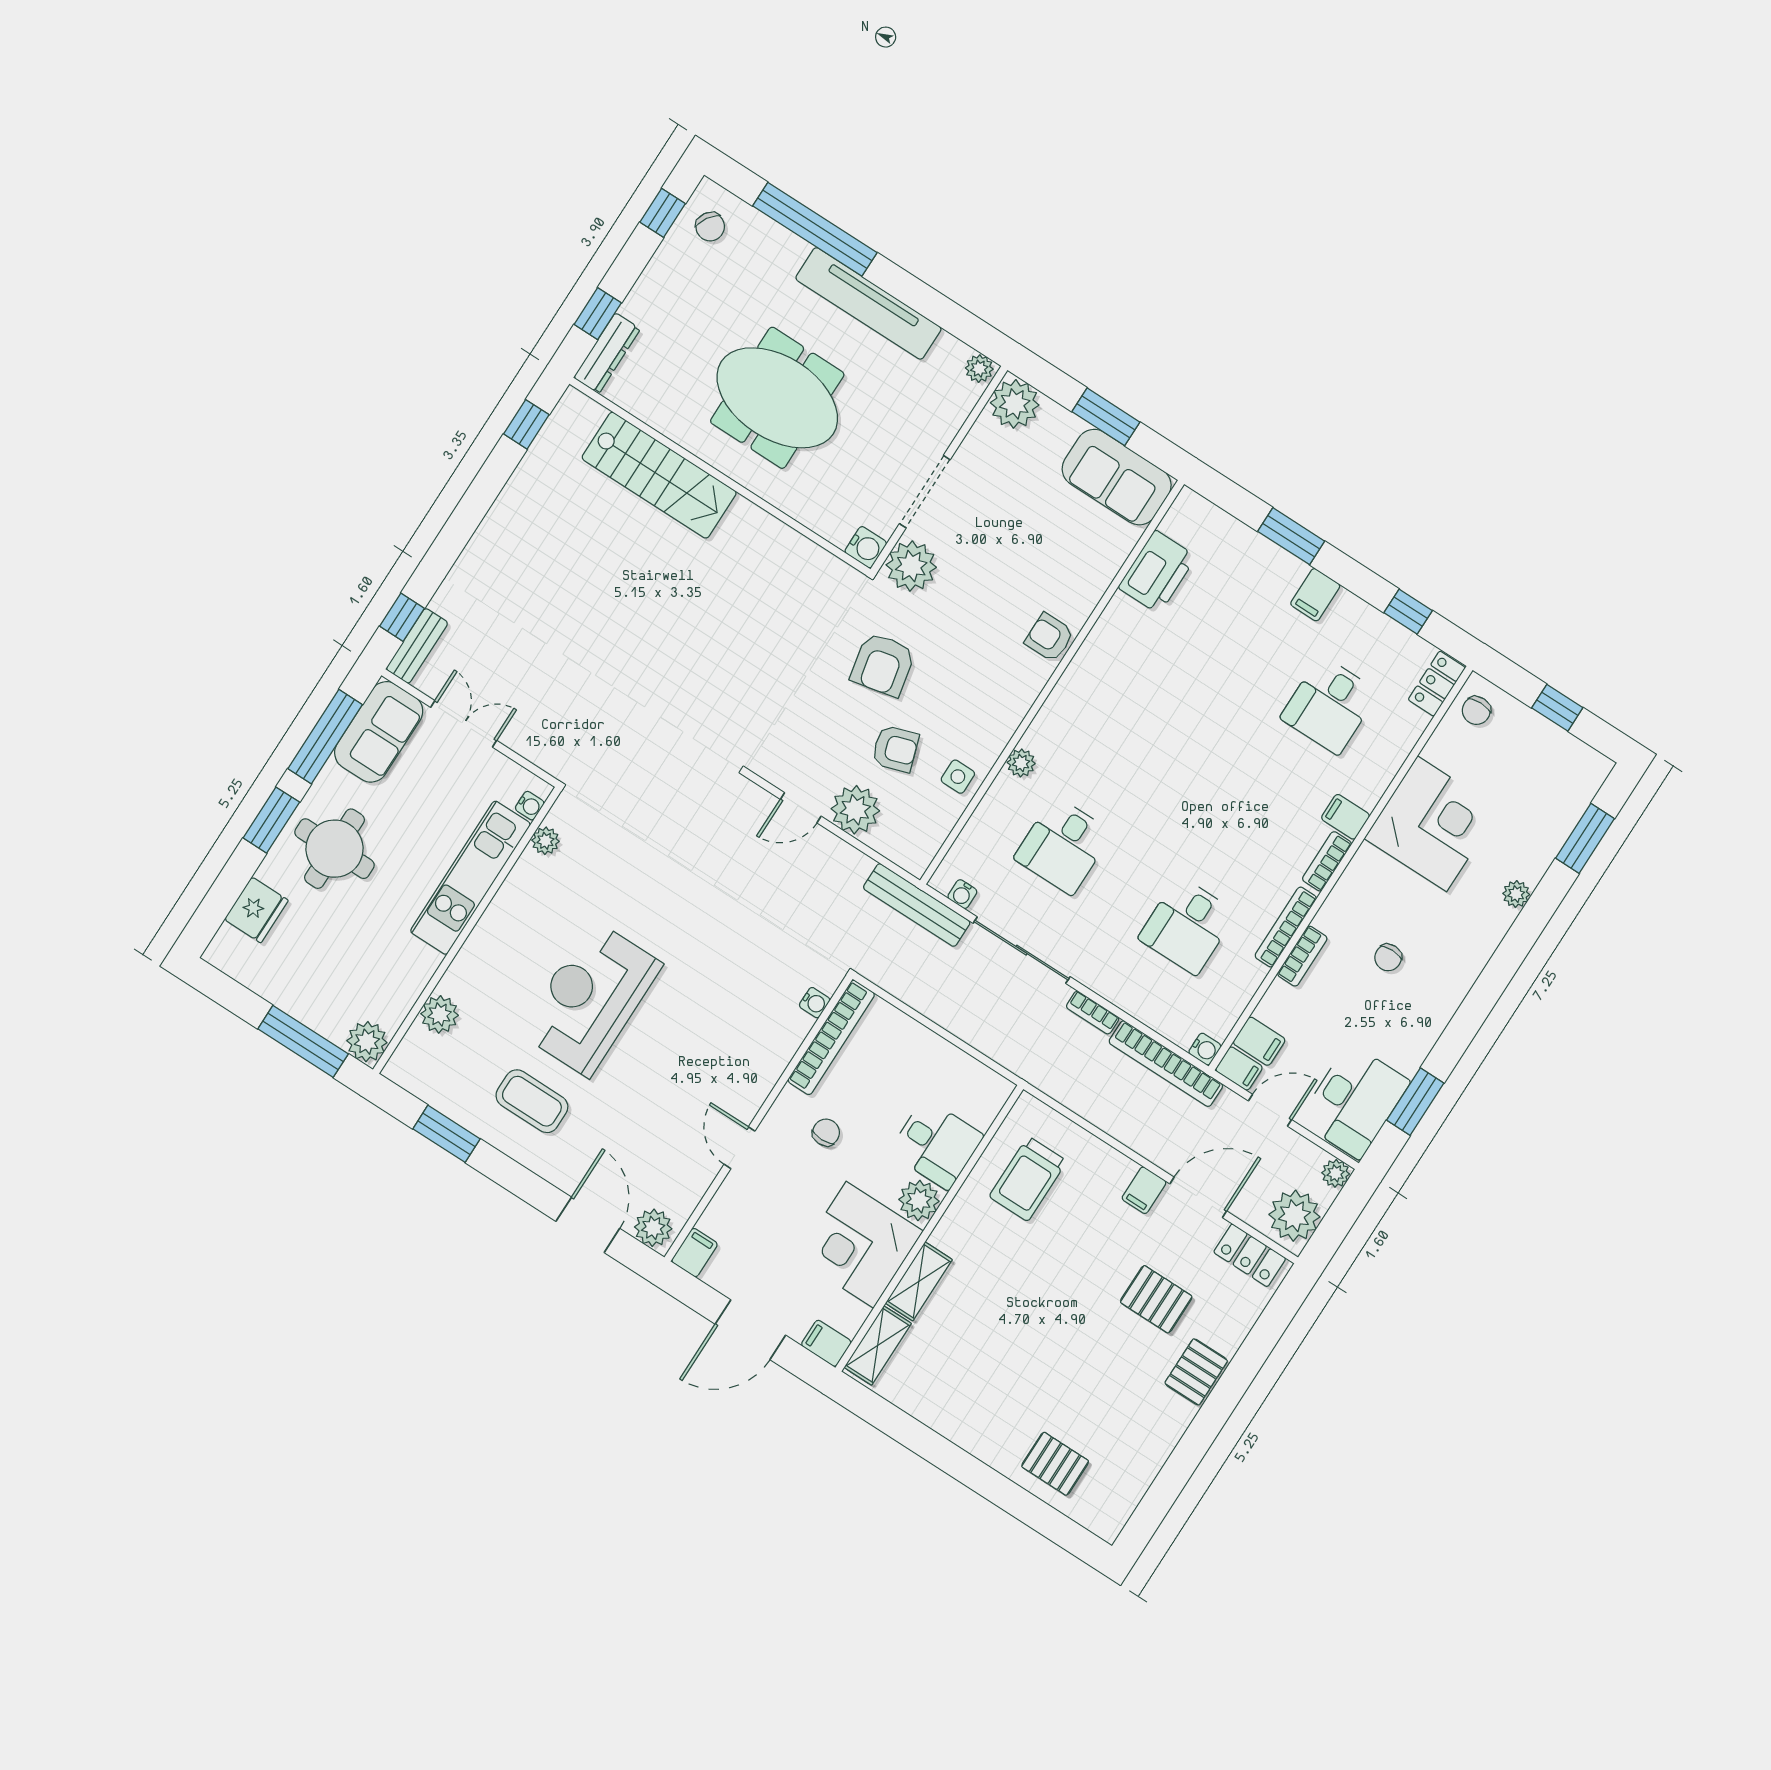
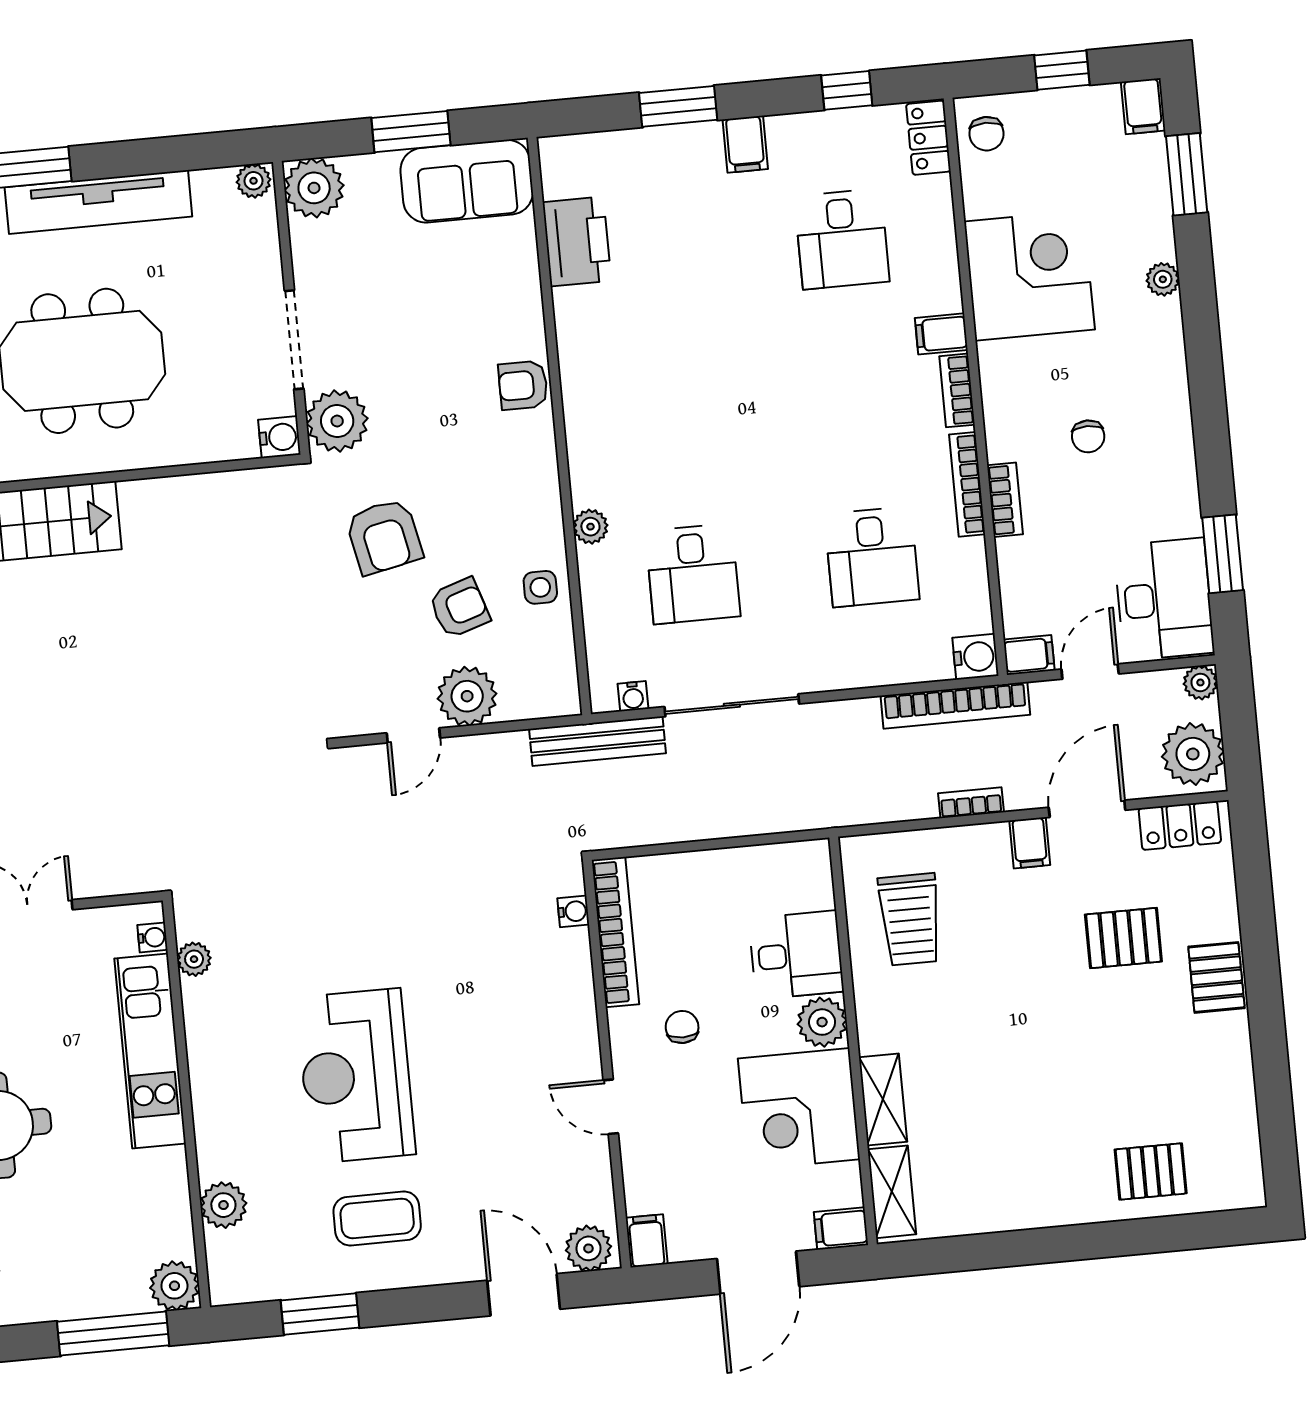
bookcase: (1093, 1012) -> (971, 803), moved, turned 180
filing cabinet: (1259, 1041) -> (1143, 106), moved, turned 90
water cooler: (1205, 1049) -> (975, 657), width x1.38, depth x1.38

